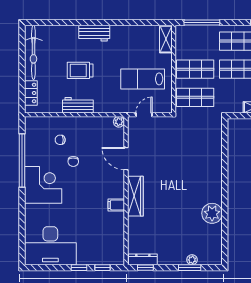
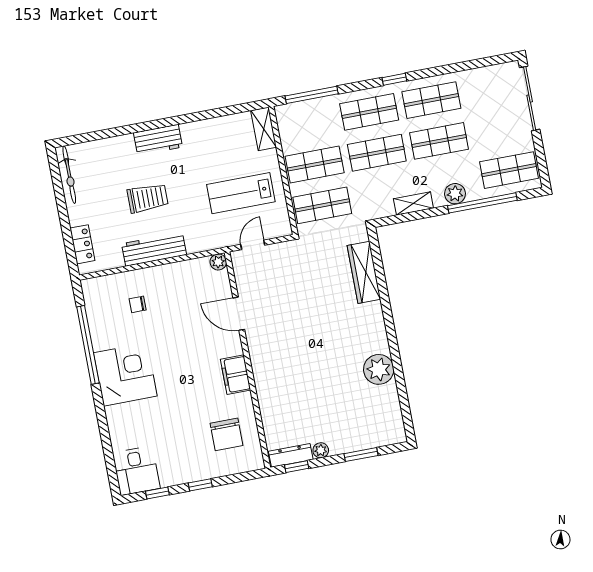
bicycle: (33, 52) -> (69, 175), width x0.73, depth x0.71
trolley: (80, 70) -> (148, 198), turned 180
workbench: (78, 105) -> (154, 249), width x1.38
chair: (73, 161) -> (227, 434), moved, width x1.87, depth x1.87
wardrobe: (135, 196) -> (364, 272), moved, turned 180
filing cabinet: (116, 205) -> (236, 375), width x2.00
desk: (50, 246) -> (136, 471), width x0.53, depth x0.77
plant: (192, 260) -> (321, 450), moved
window: (103, 268) -> (157, 493), moved

